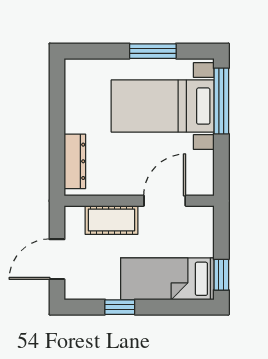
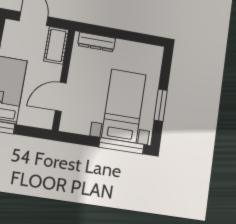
door: (165, 201) -> (61, 97), swing flipped
cot: (112, 220) -> (56, 45), moved

